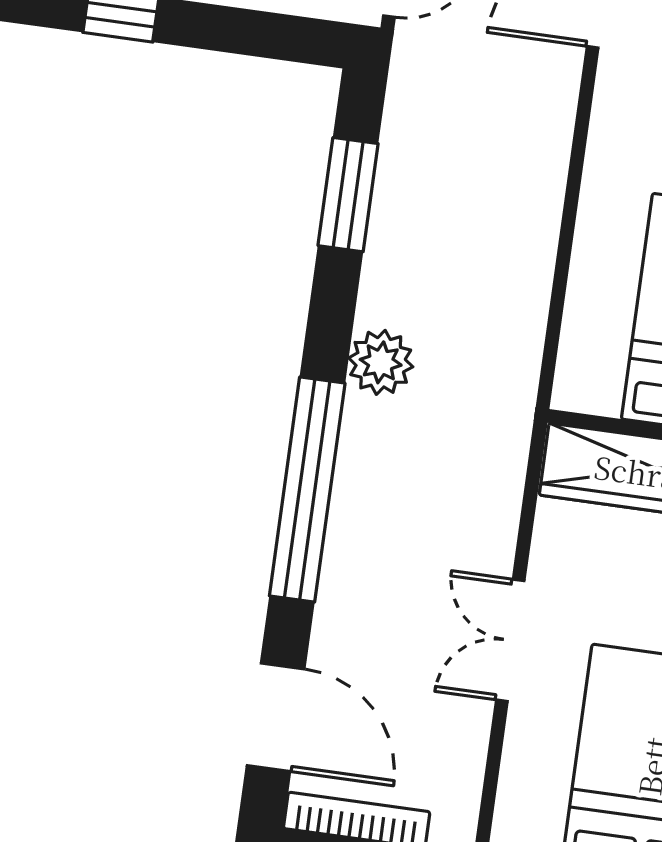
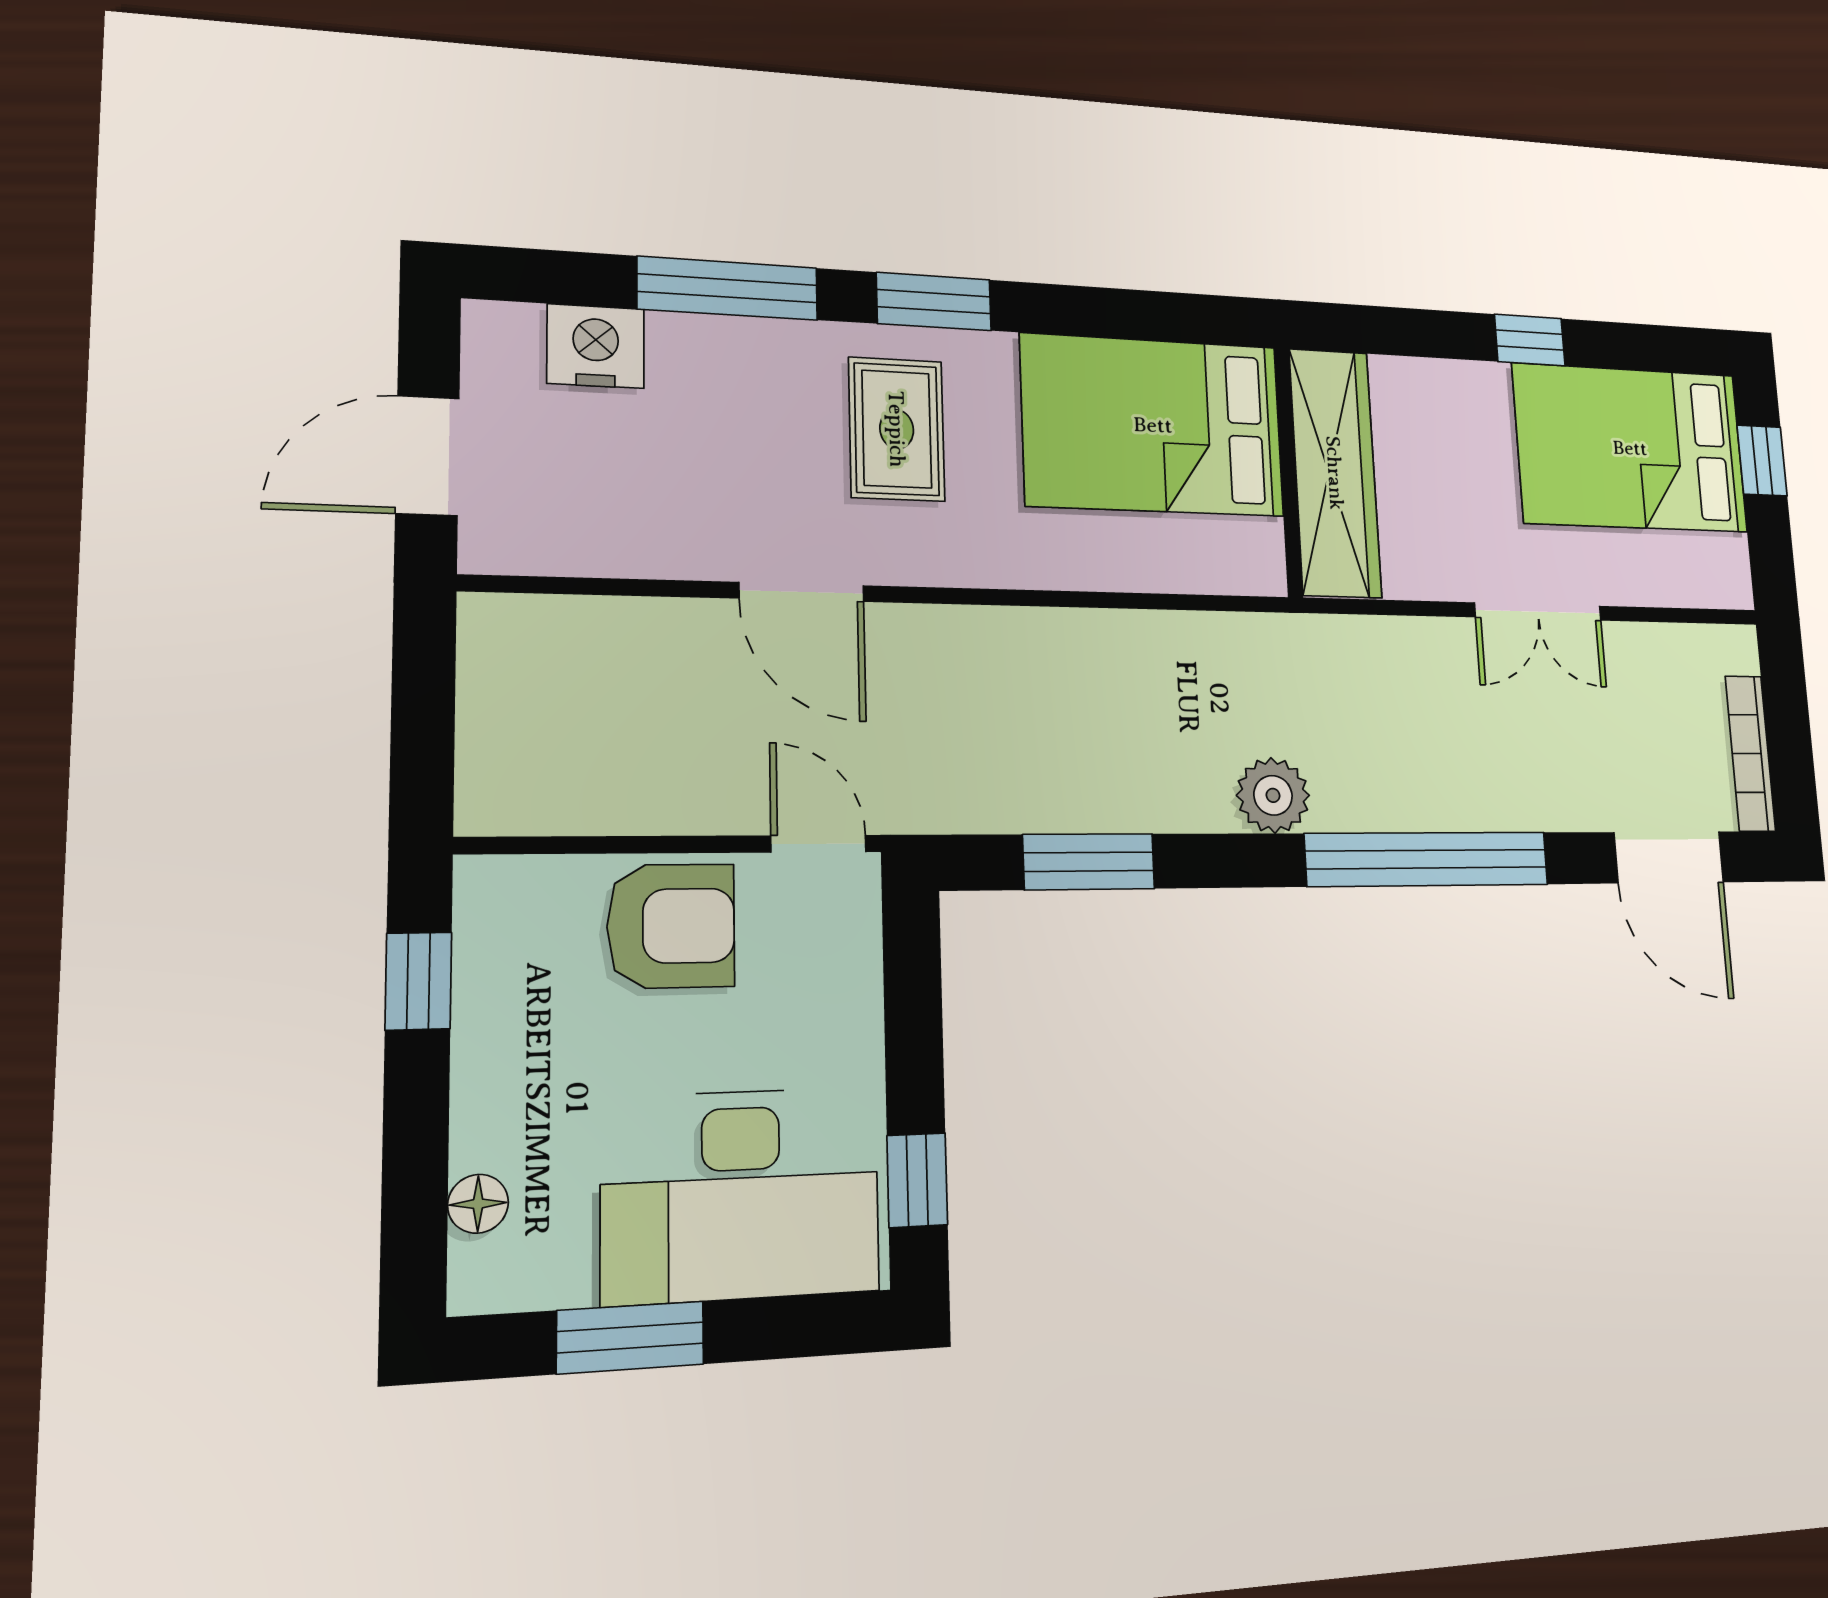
door: (276, 717) -> (1669, 857), swing flipped

